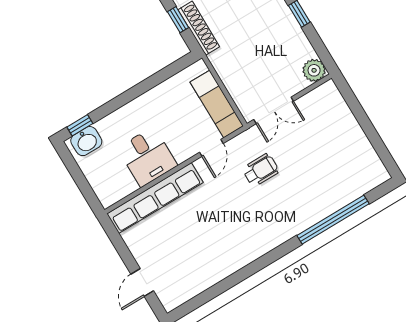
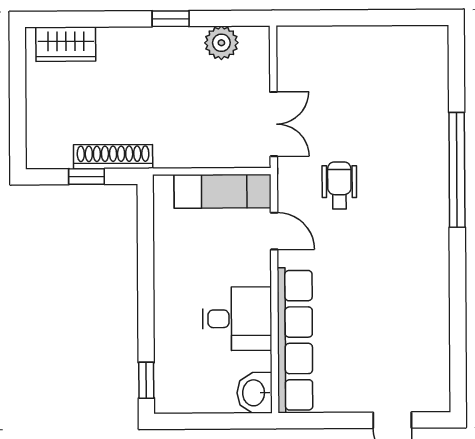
plant: (314, 70) -> (221, 43), moved
washbasin: (86, 141) -> (255, 393), moved, turned 180
window: (333, 220) -> (457, 170), moved

